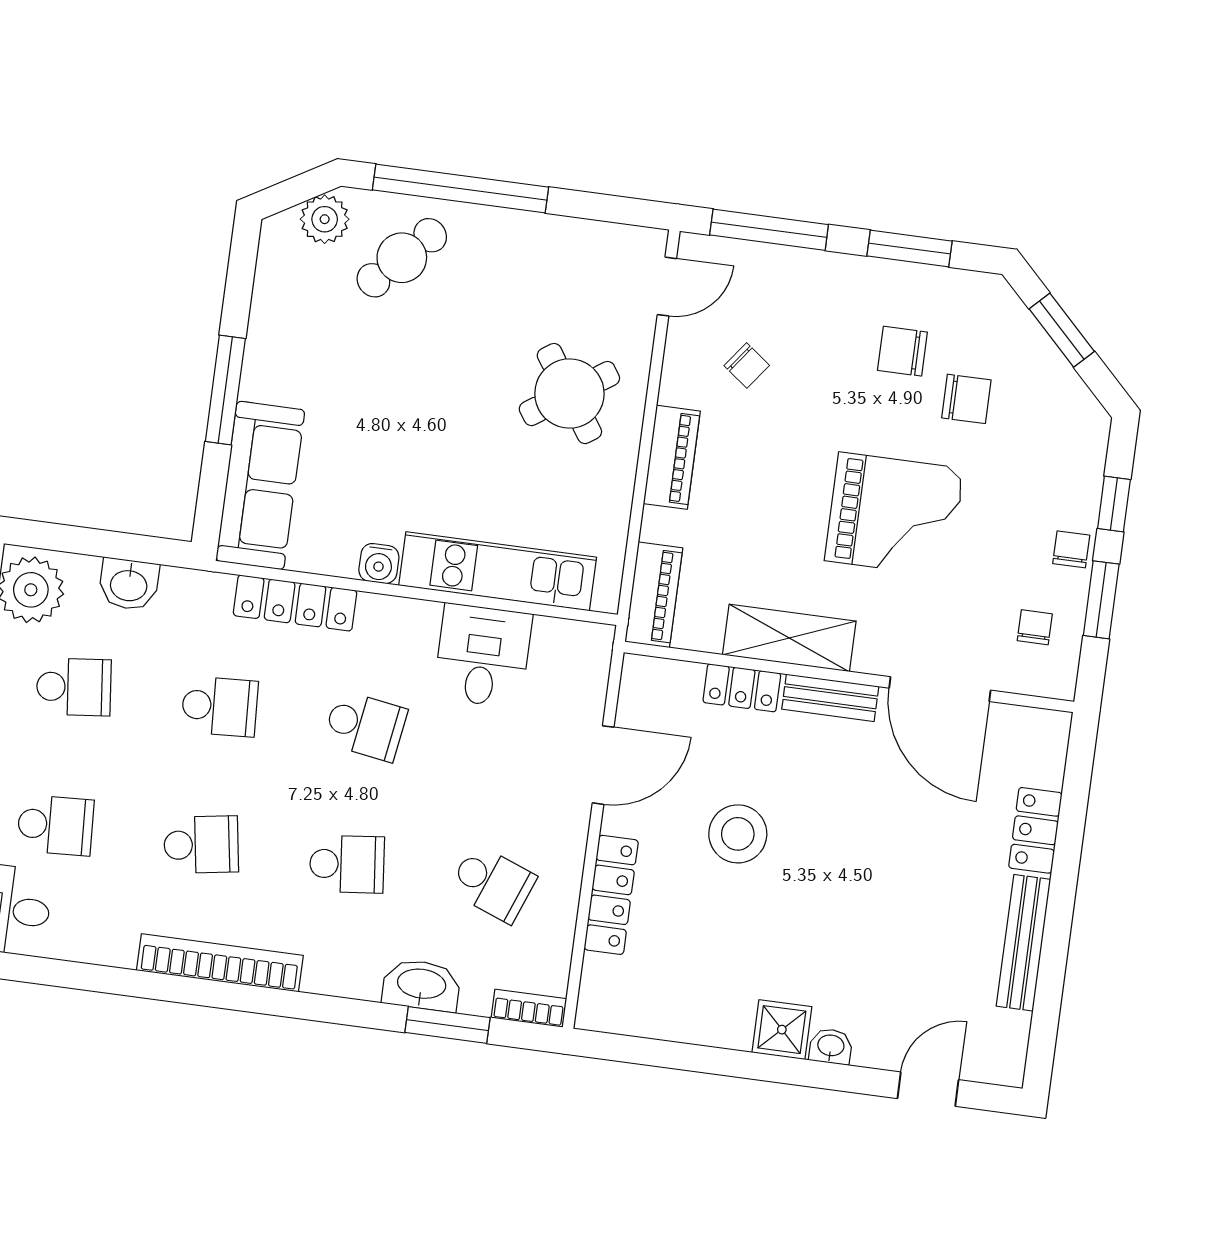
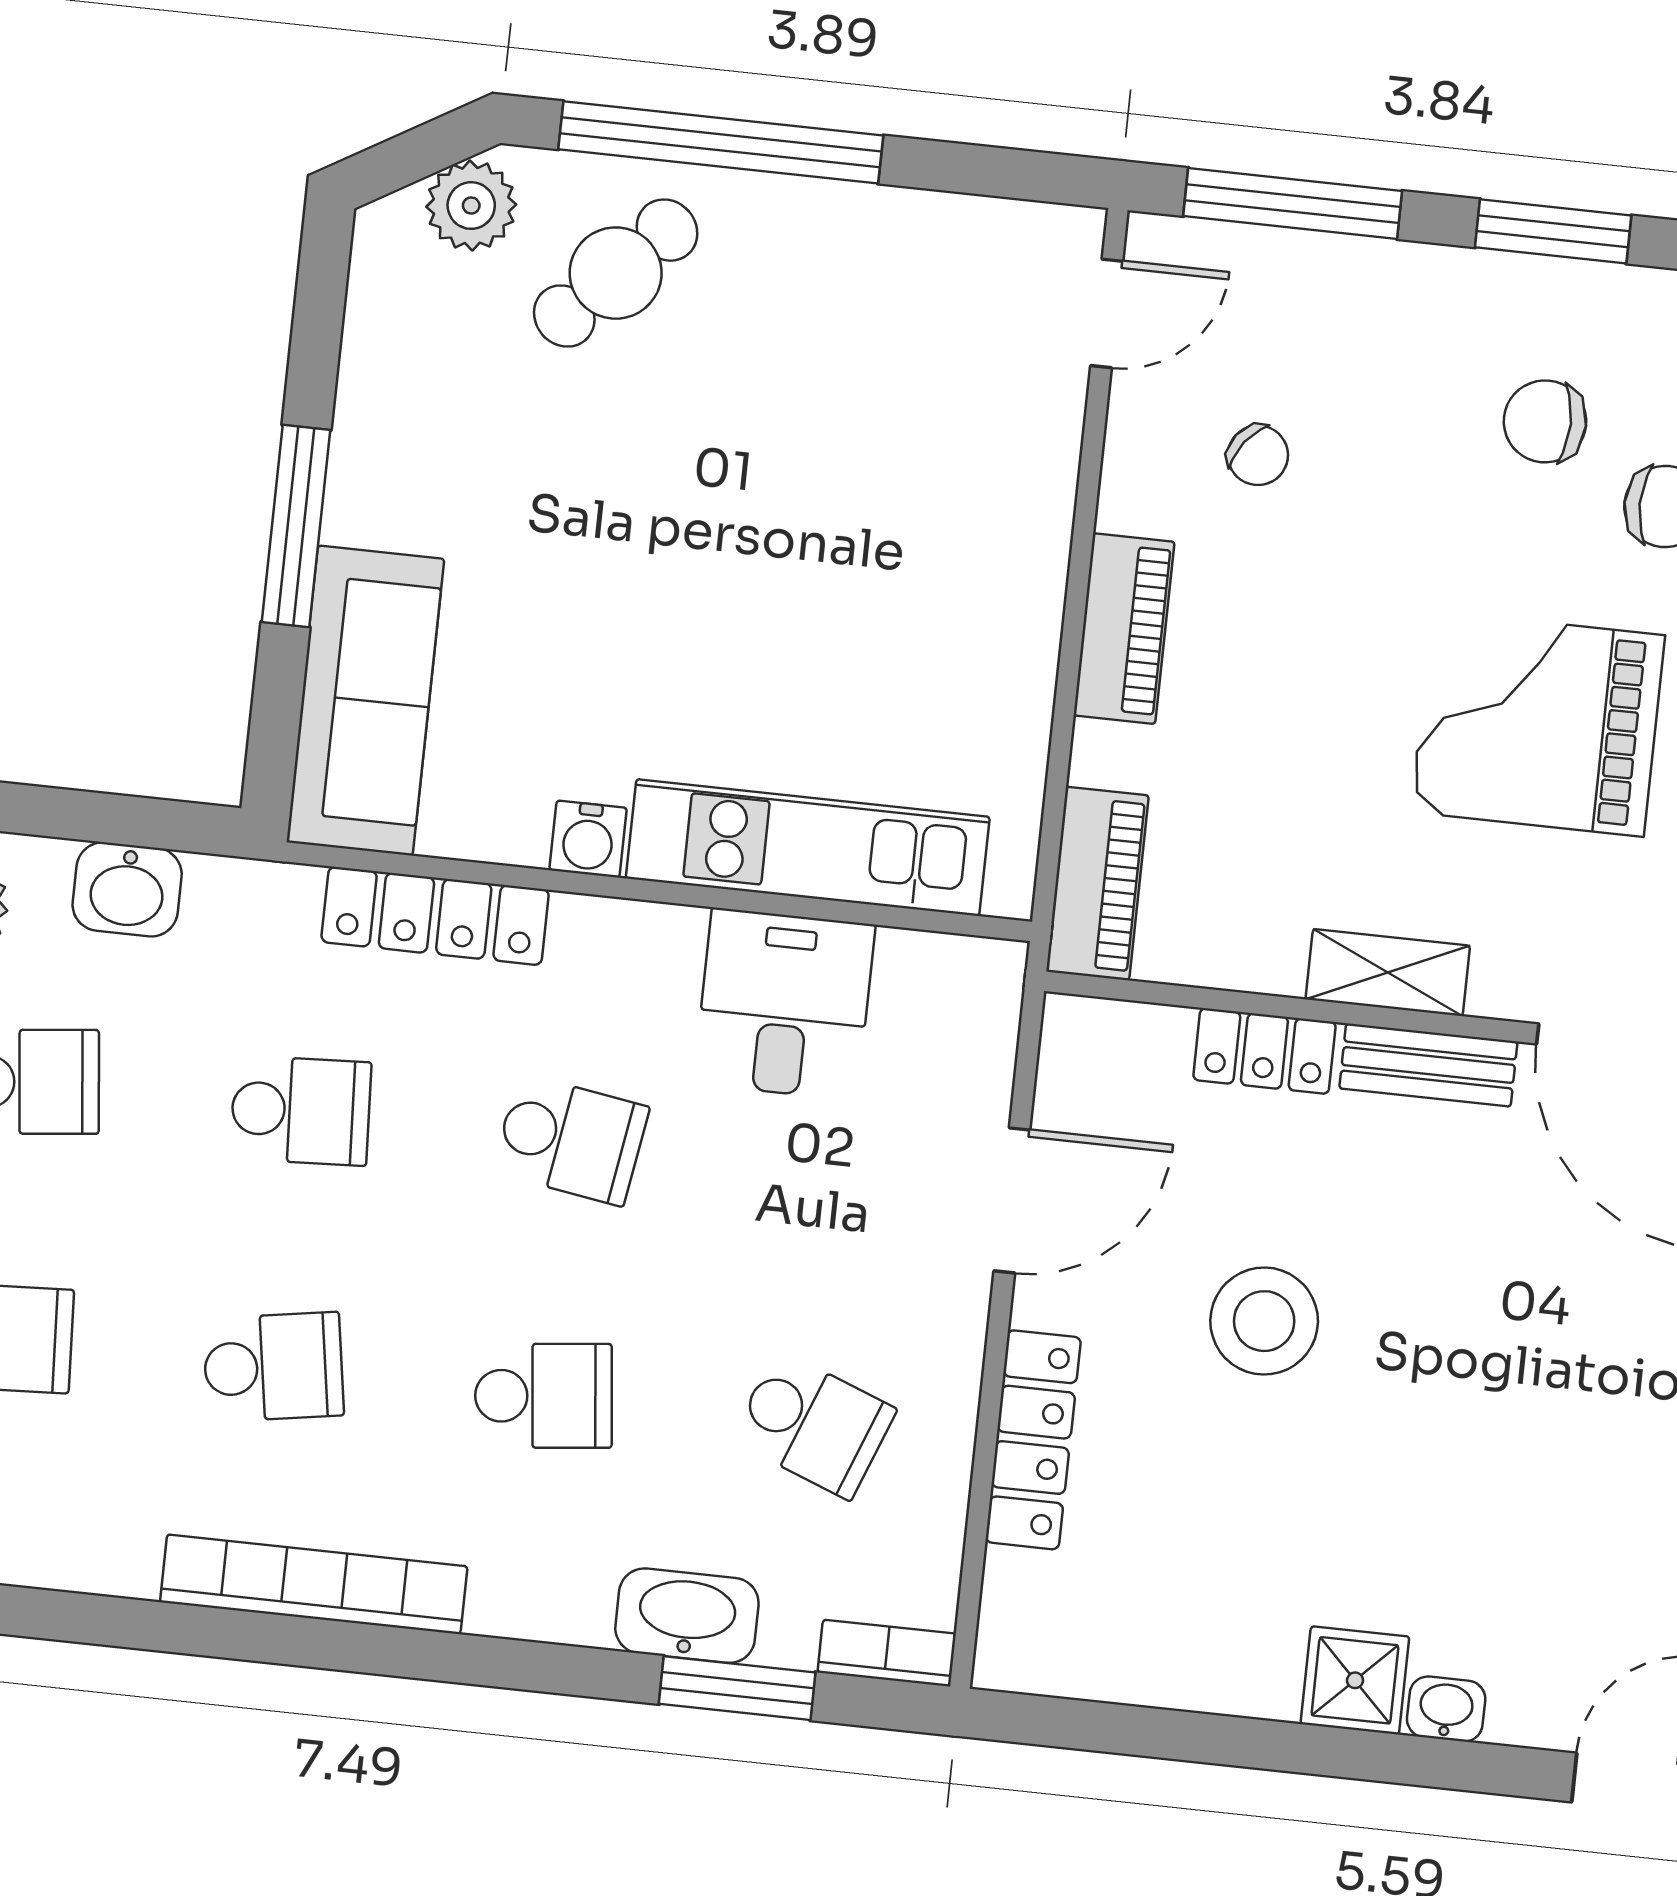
round table: (569, 394) -> (932, 516), removed
grand piano: (894, 515) -> (1538, 724), turned 180
shelving: (789, 638) -> (1388, 973), width x0.67, depth x0.75

